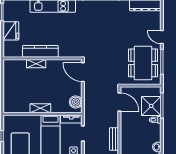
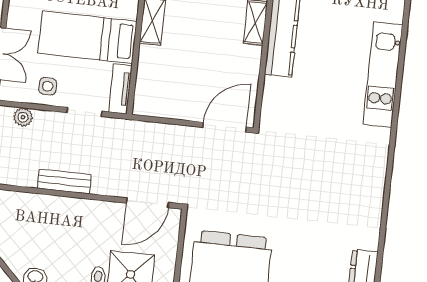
boiler: (76, 102) -> (158, 103), removed

